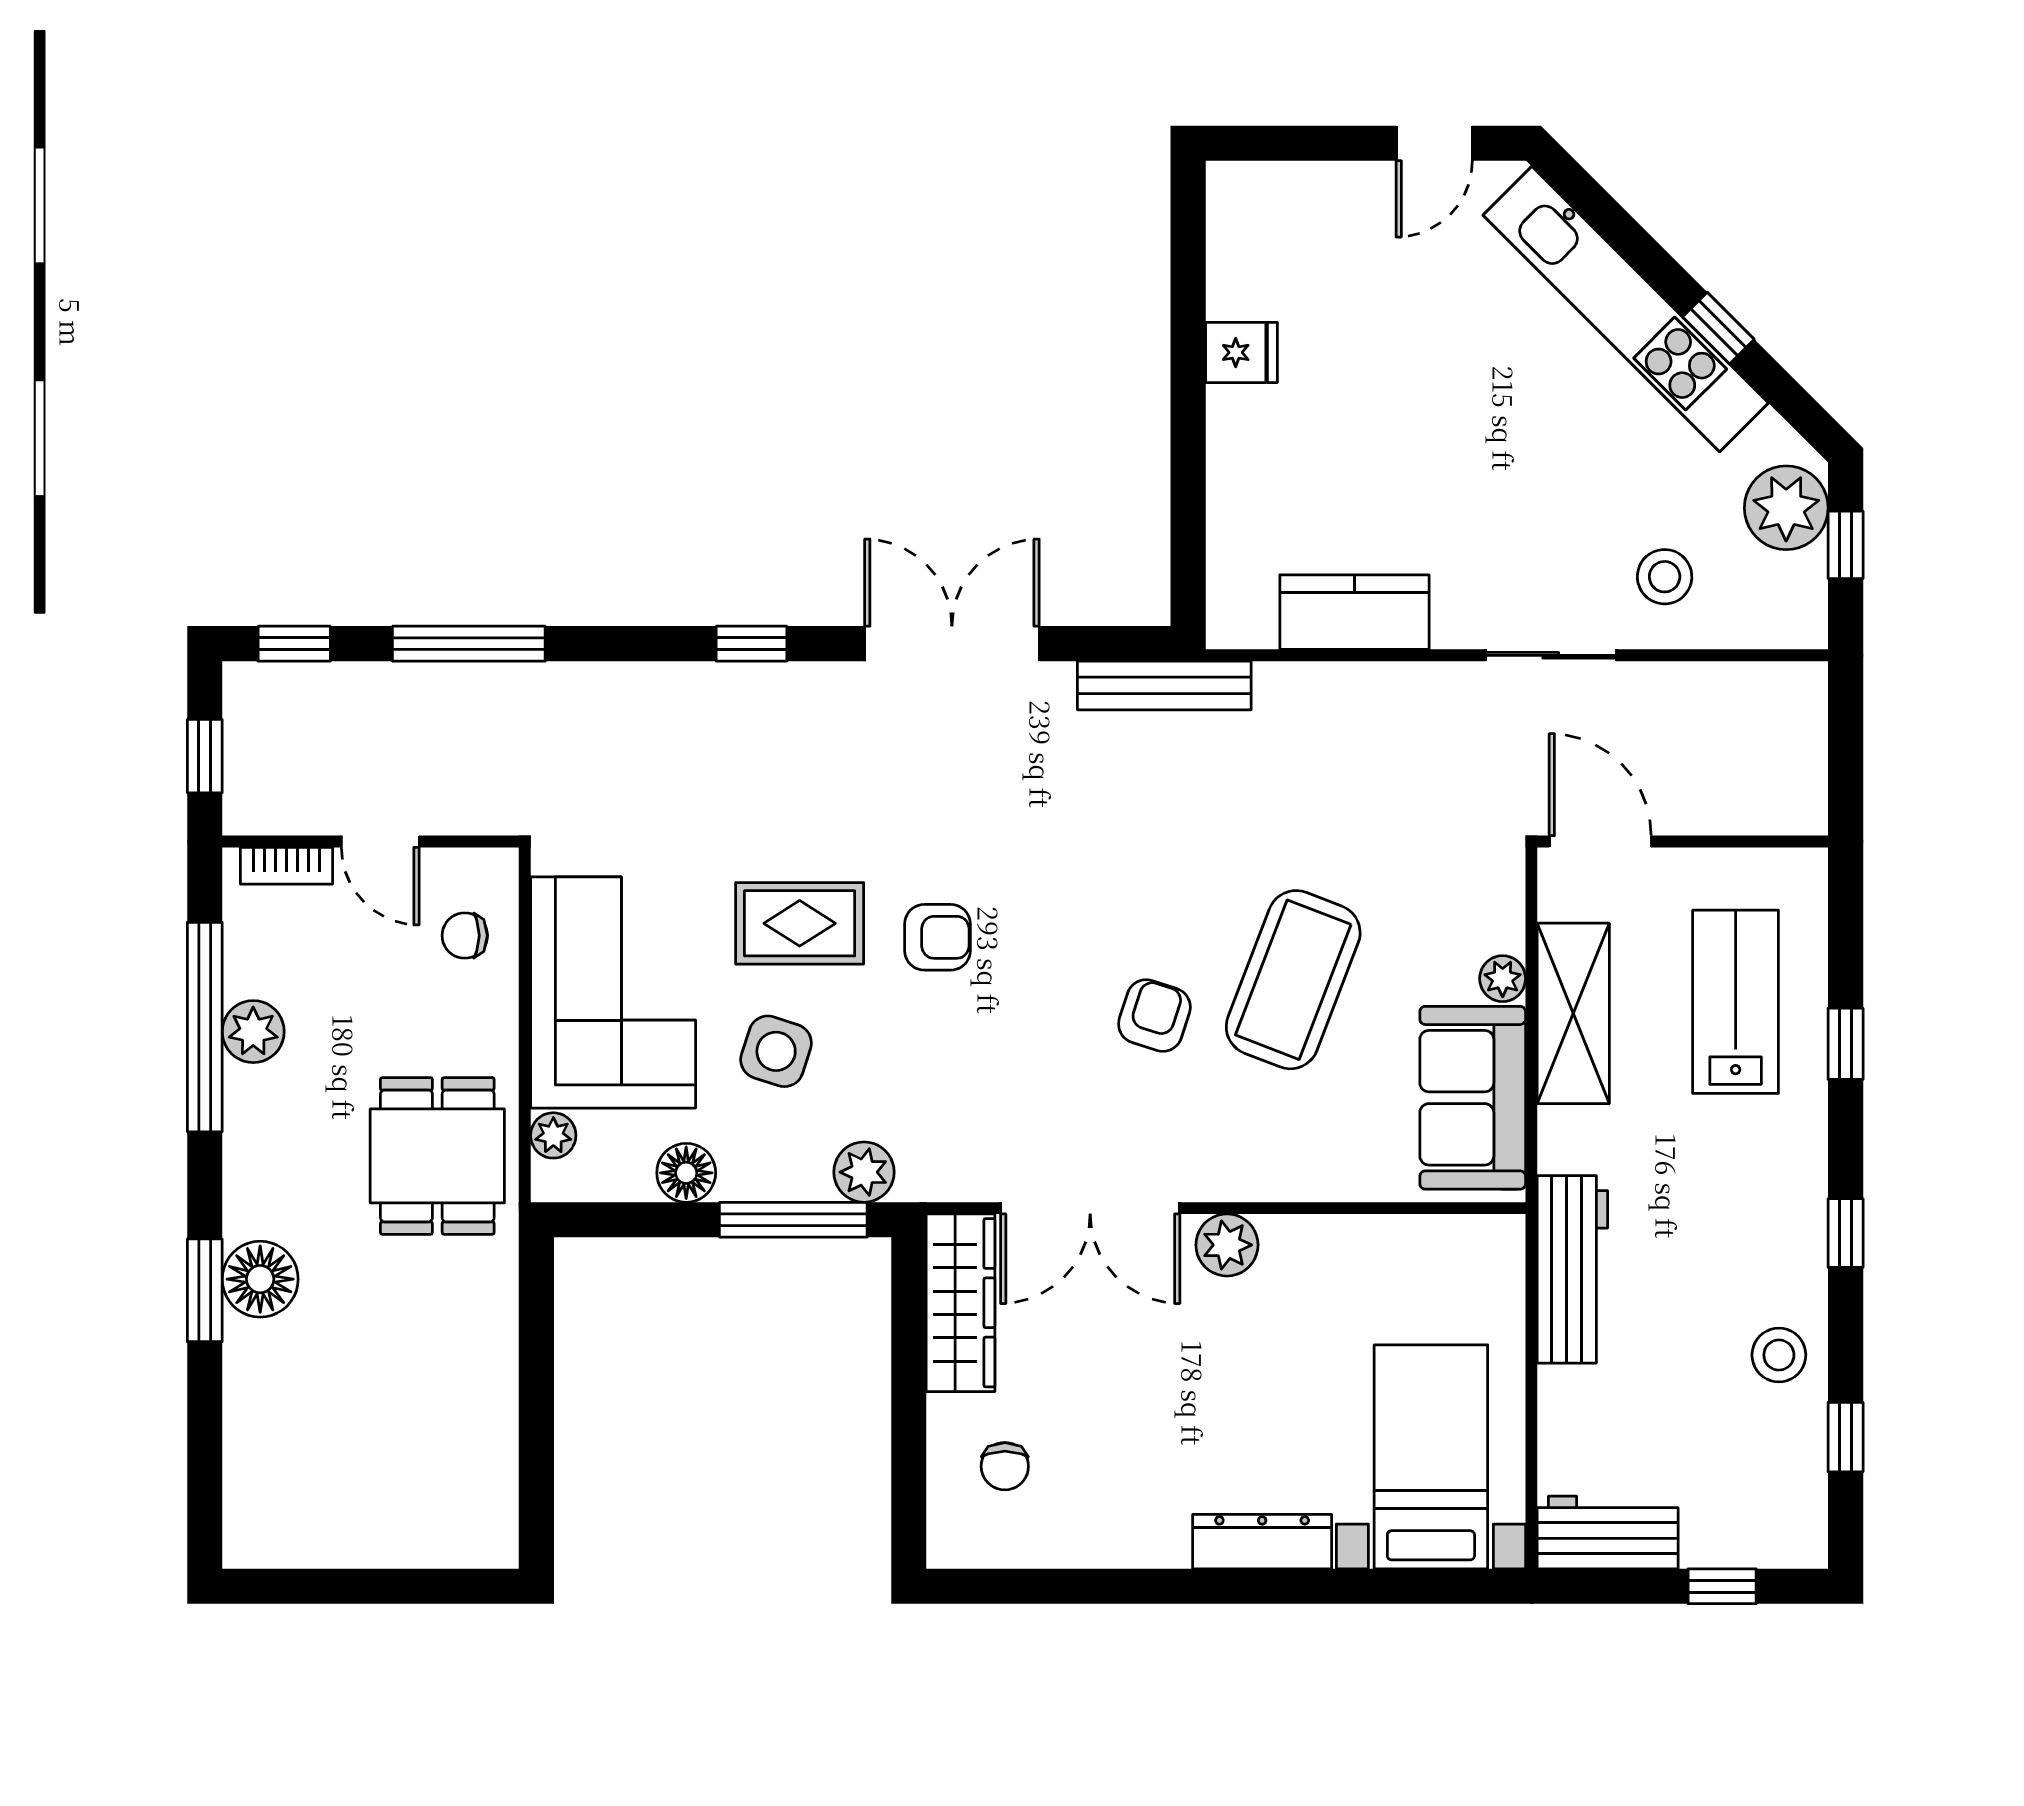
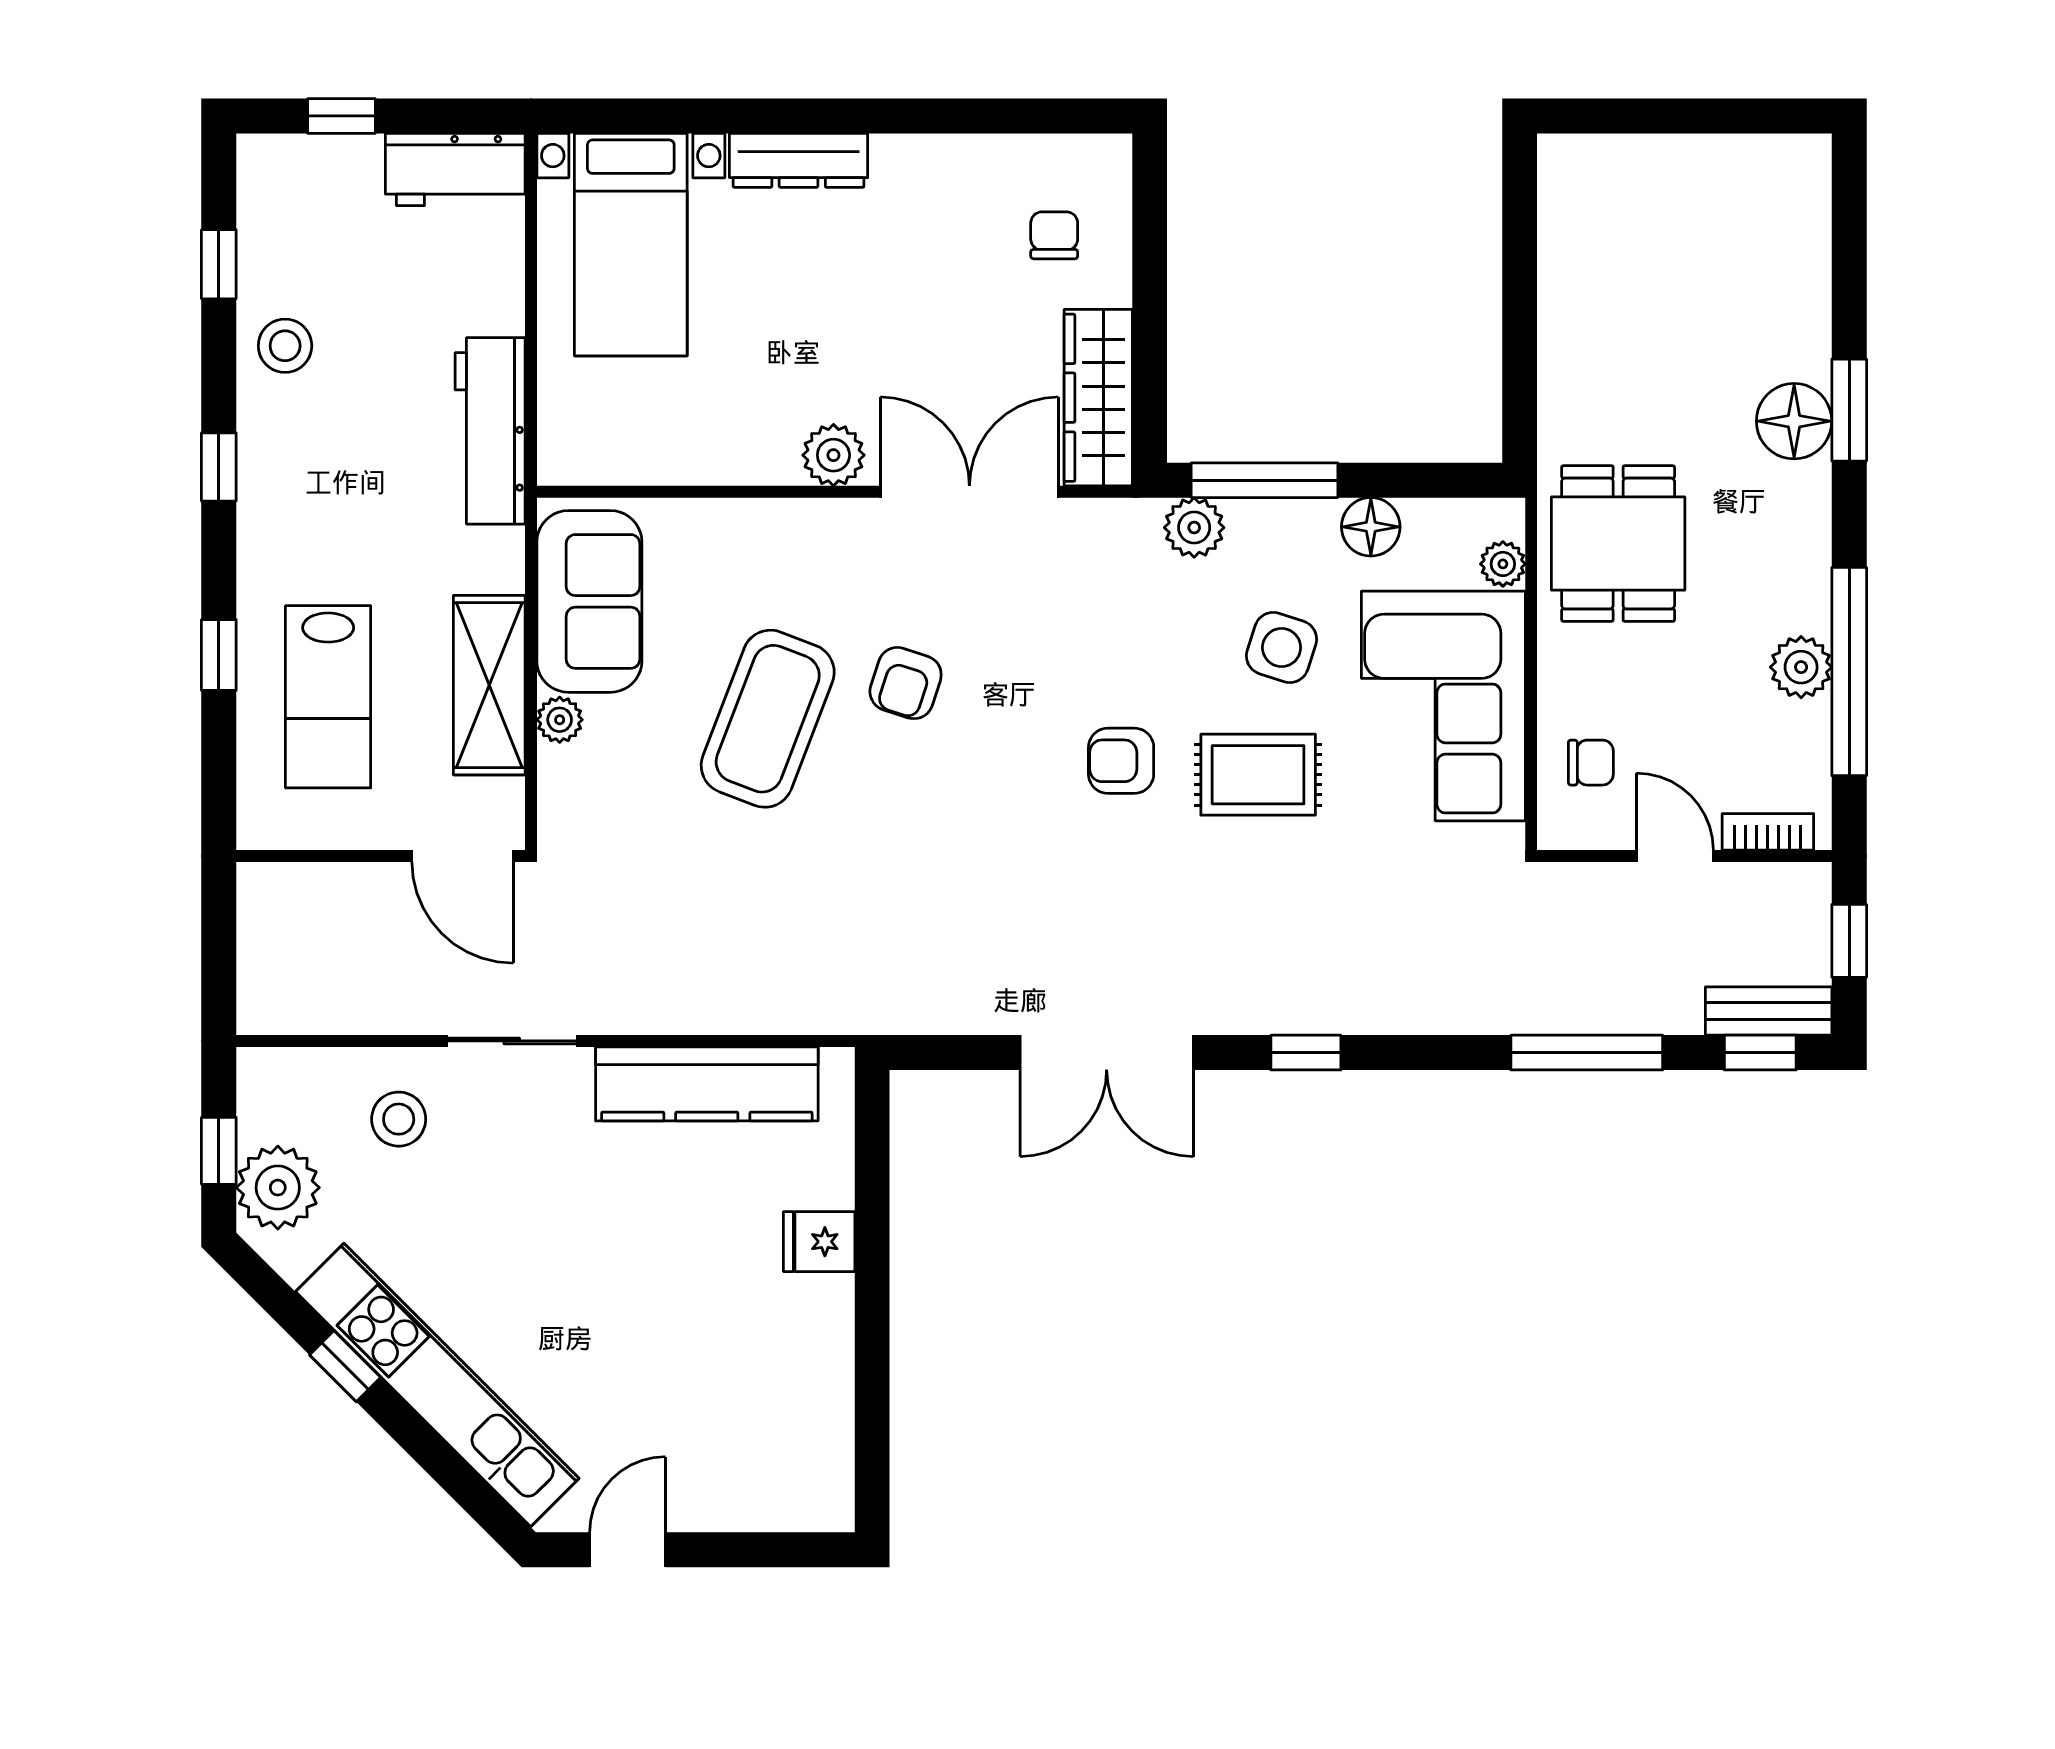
fridge: (1241, 352) -> (819, 1242), moved
kitchen counter: (1354, 612) -> (707, 1084), width x1.50
bench: (1164, 685) -> (1769, 1011), moved, width x0.73

